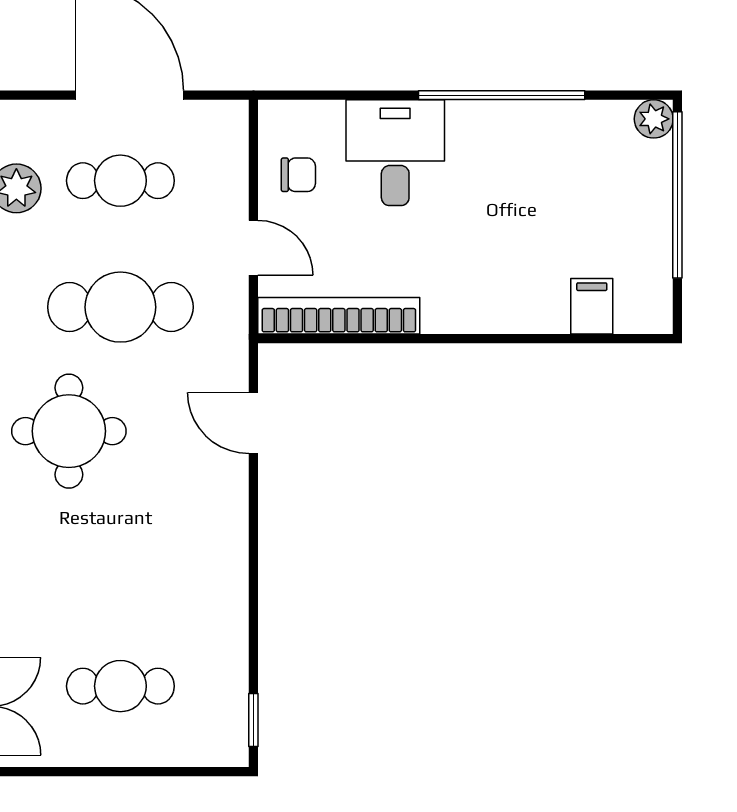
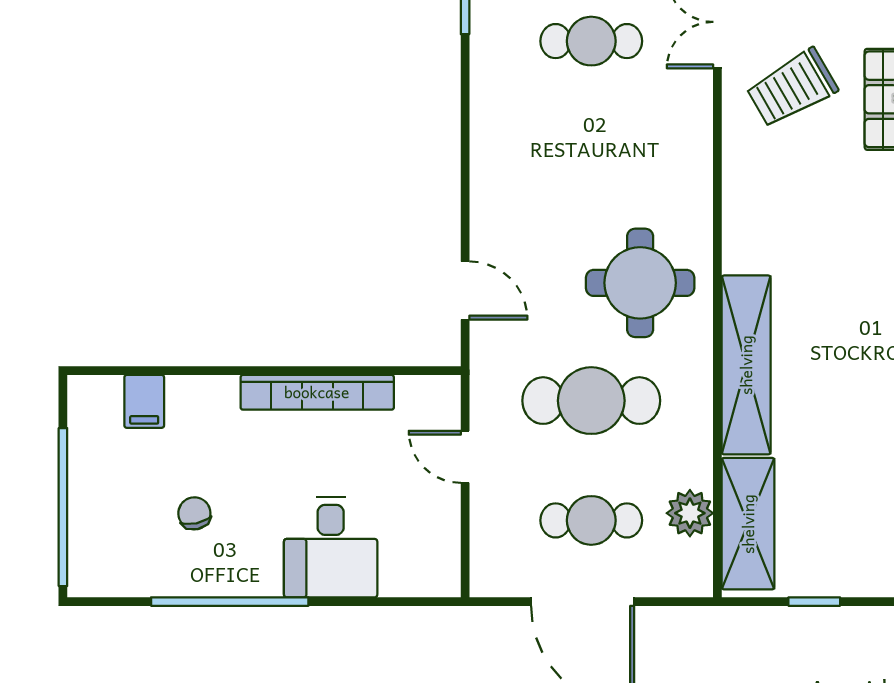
plant: (654, 119) -> (86, 579), removed
chair: (298, 175) -> (194, 513), moved, turned 78
bookcase: (339, 316) -> (317, 392), moved

